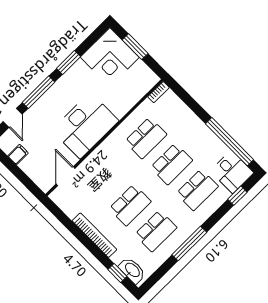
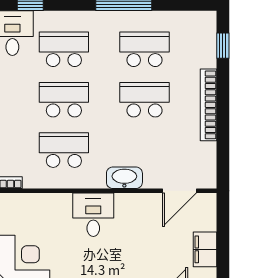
desk: (85, 125) -> (93, 215), width x0.53, depth x0.77
filing cabinet: (18, 154) -> (205, 249), width x2.00
washbasin: (132, 270) -> (124, 178), moved, turned 90

